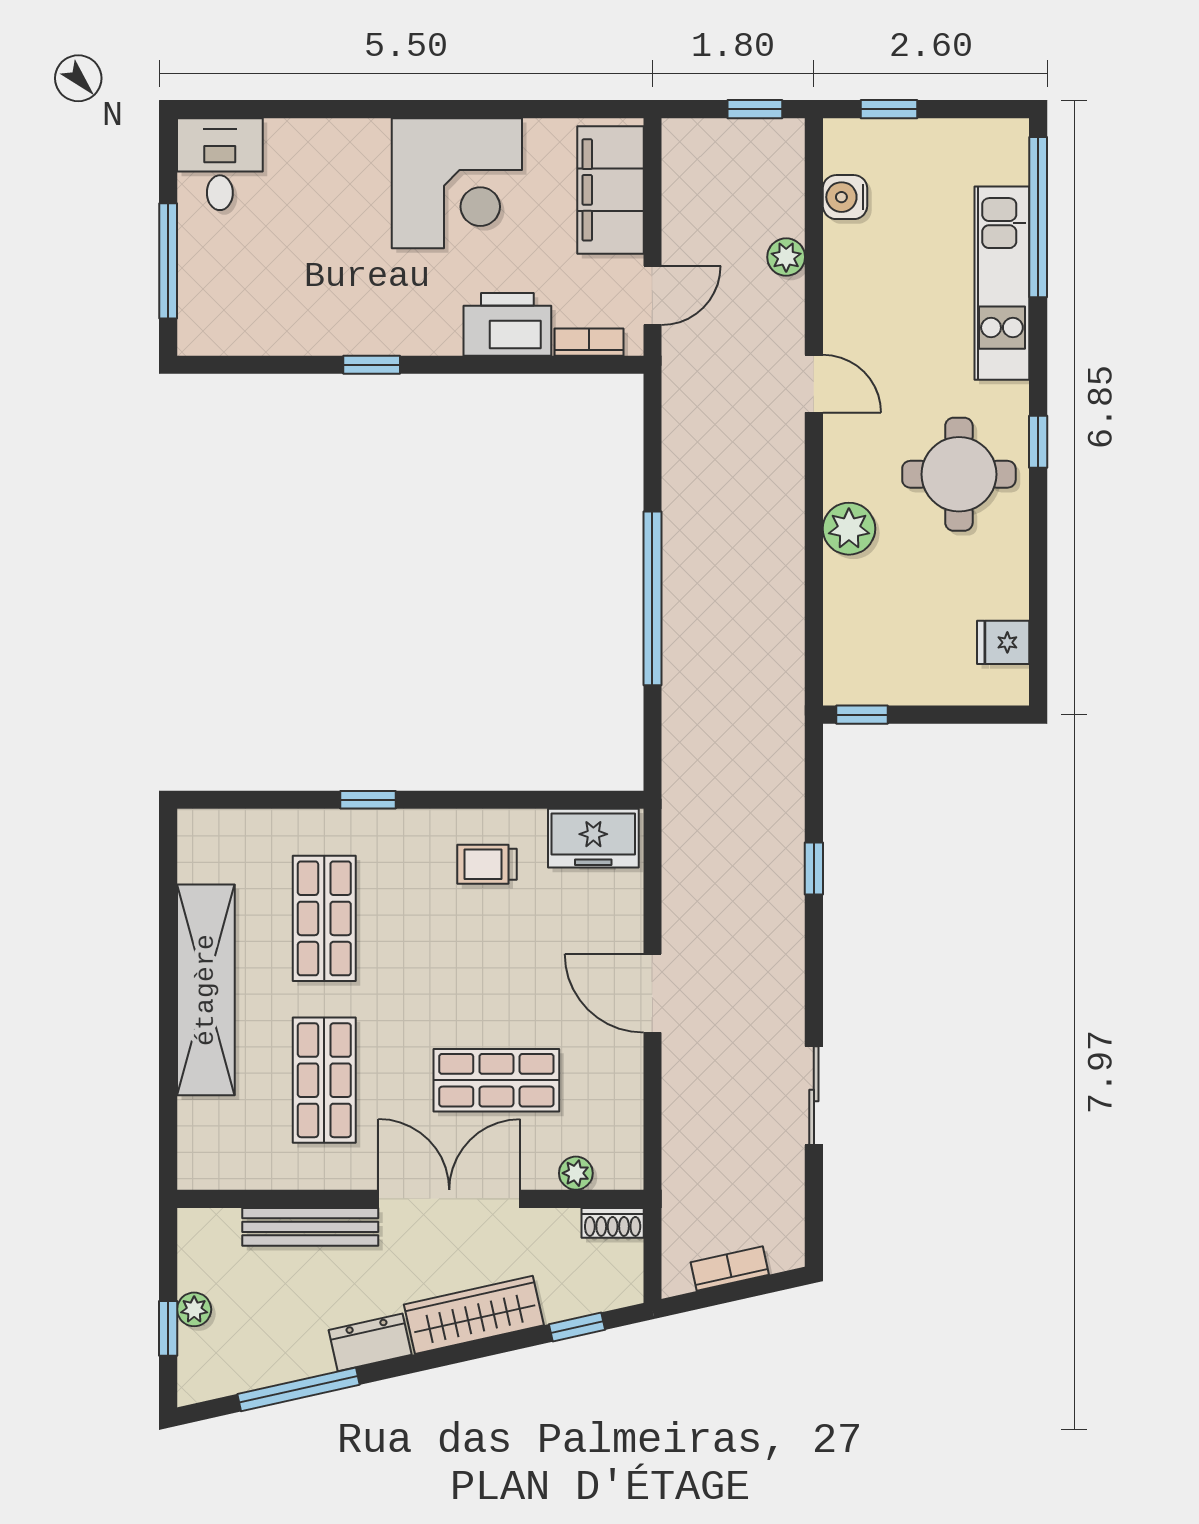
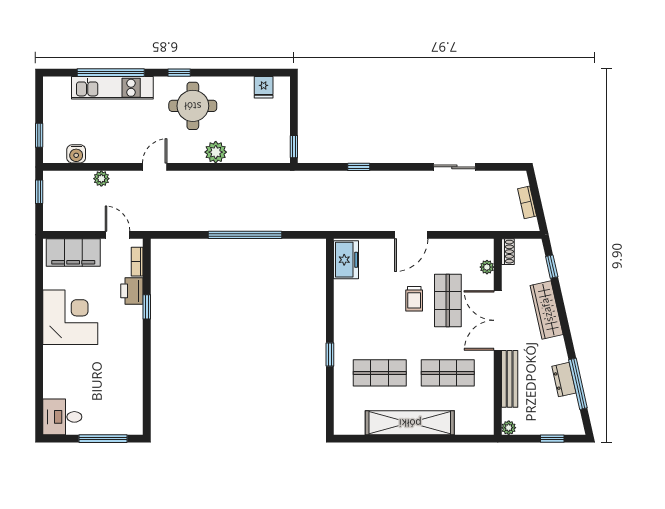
window: (1038, 217) -> (111, 73), moved
printer: (507, 324) -> (132, 291), width x0.73, depth x0.84
window: (372, 365) -> (147, 307), moved
trolley: (487, 864) -> (414, 299), moved
plant: (194, 1309) -> (509, 428), moved
dresser: (370, 1342) -> (564, 380), moved

